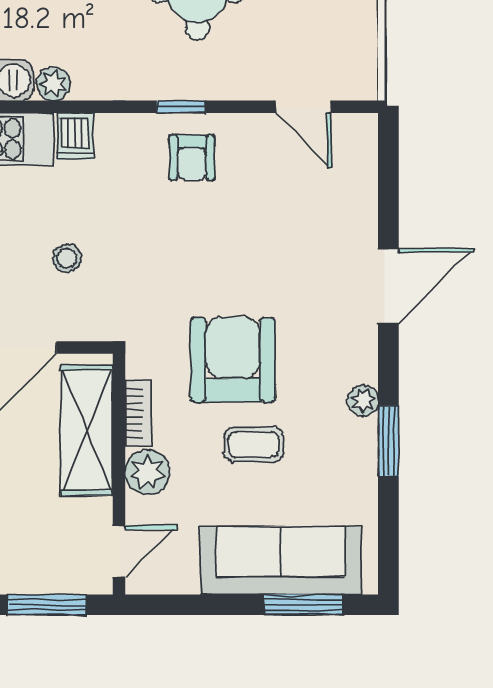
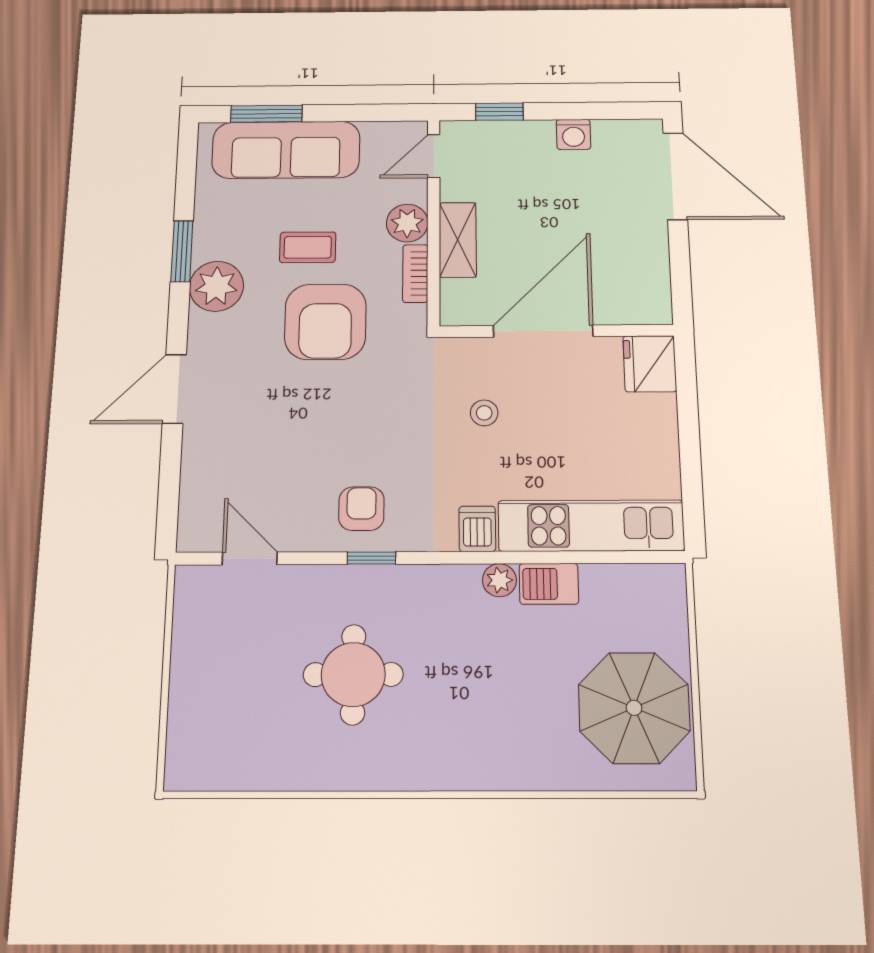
plant: (363, 400) -> (216, 286), width x1.88, depth x1.88
shelving: (87, 430) -> (458, 240), width x0.67, depth x0.75
window: (47, 605) -> (499, 112), width x0.67

